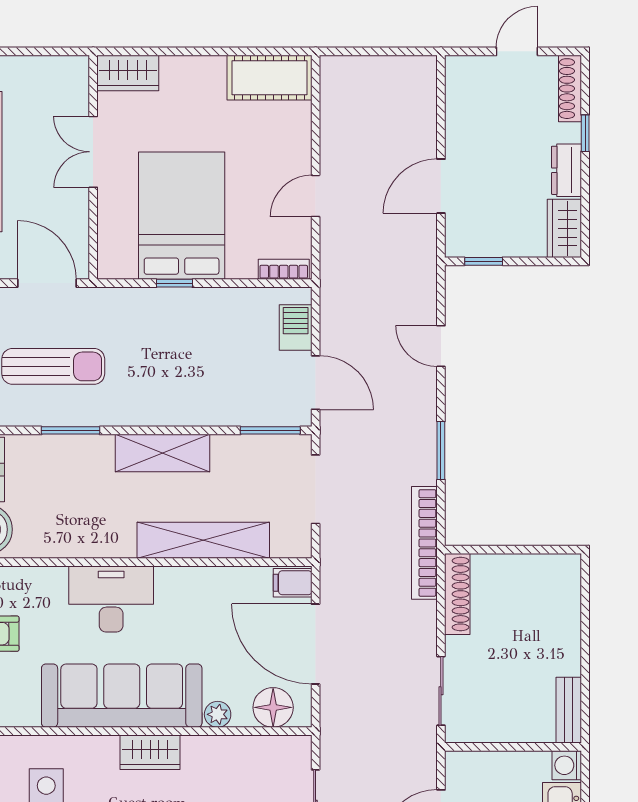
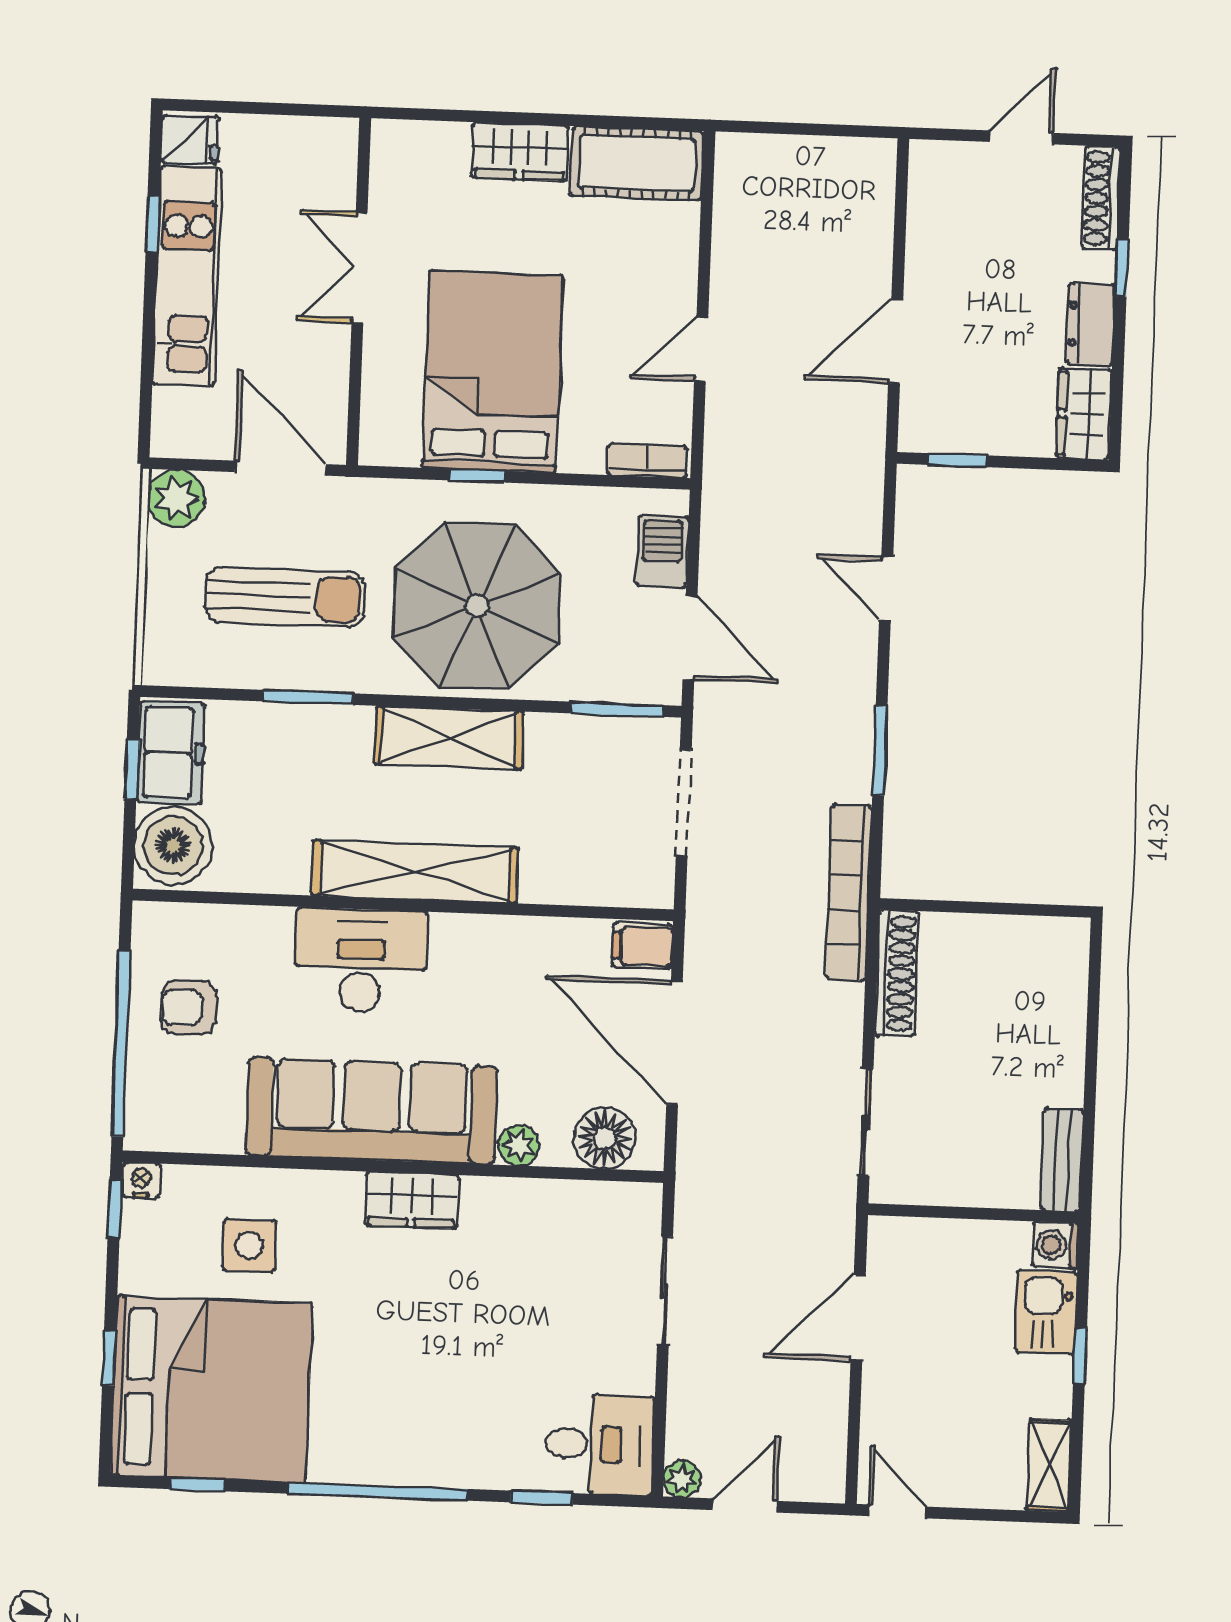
wardrobe: (128, 73) -> (520, 152), moved
parasol: (177, 367) -> (477, 606), added
shelving: (203, 540) -> (415, 872), moved

